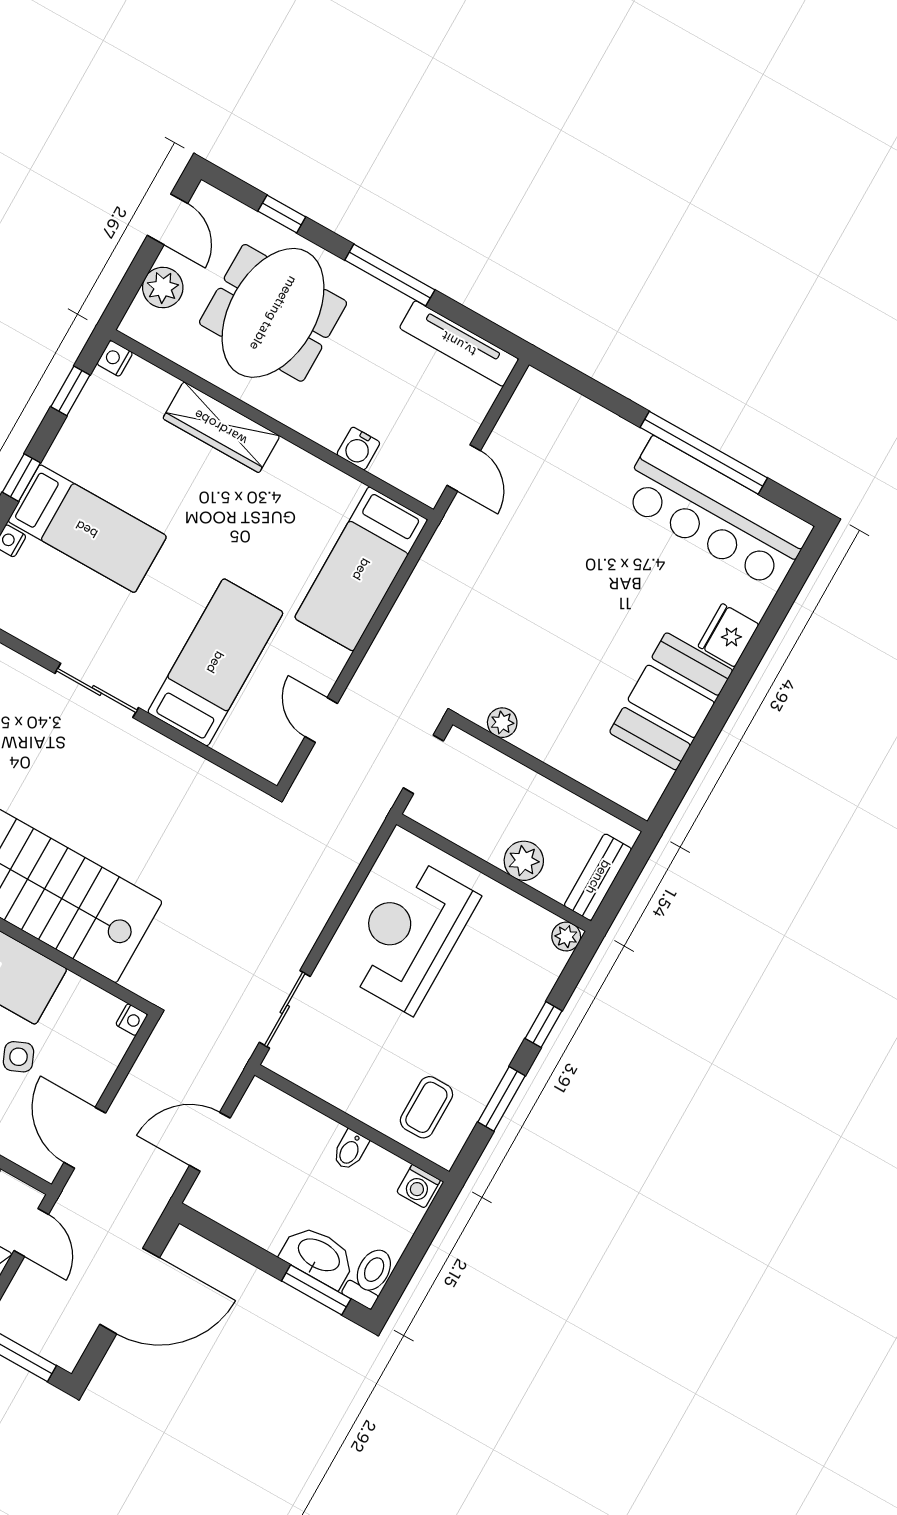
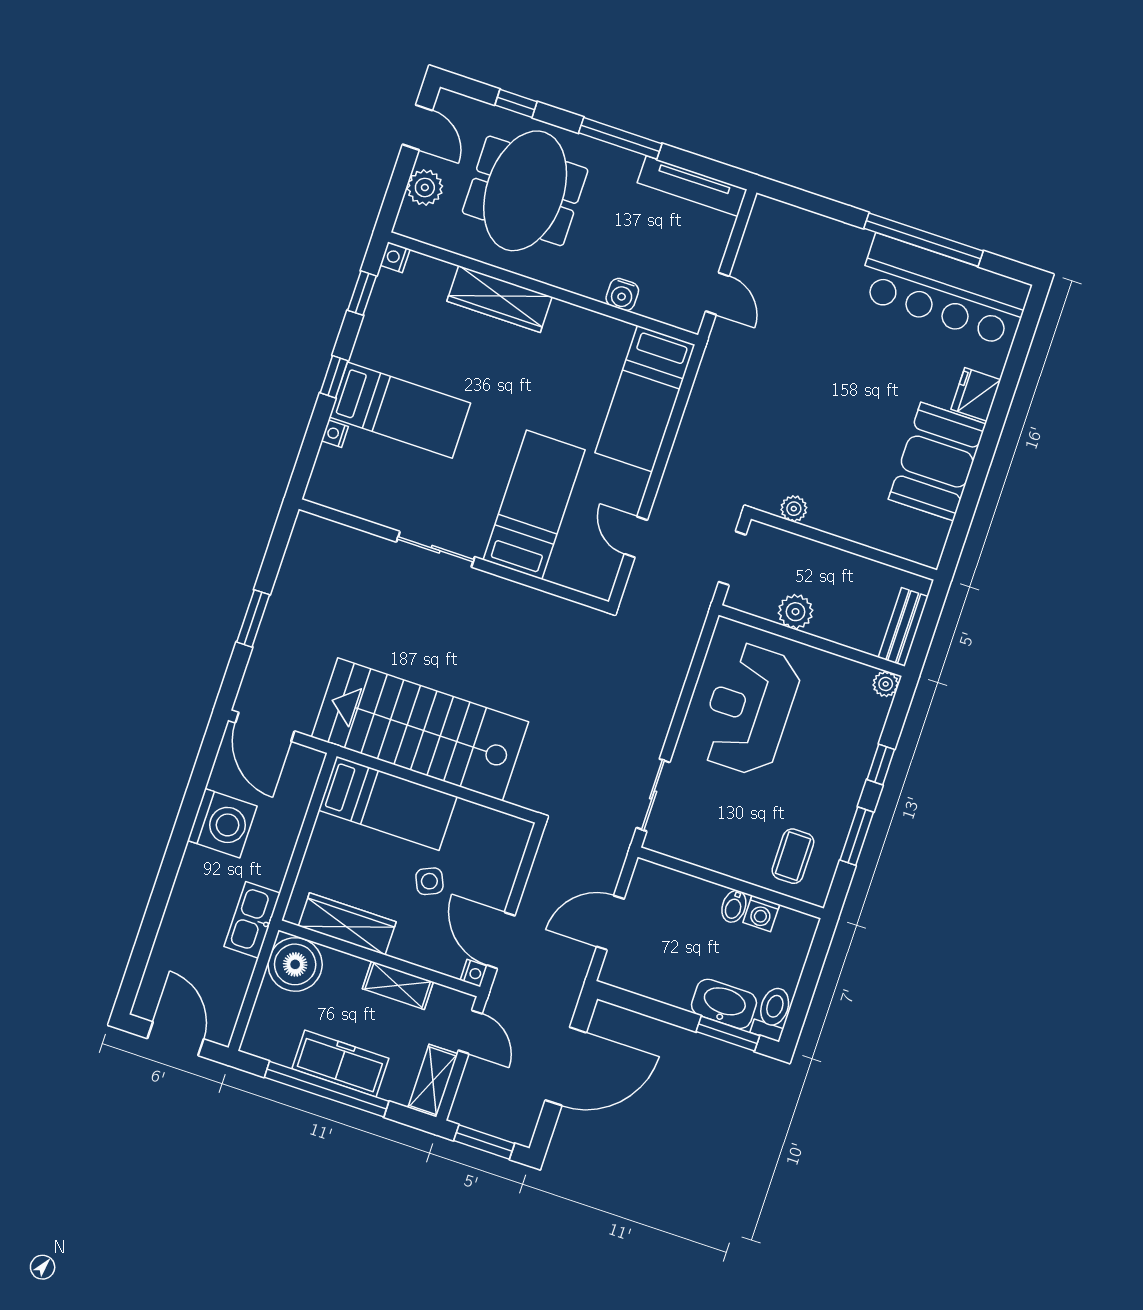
plant: (524, 861) -> (795, 612), moved
nightstand: (132, 1020) -> (474, 973), moved
washing machine: (419, 1186) -> (761, 913), moved

